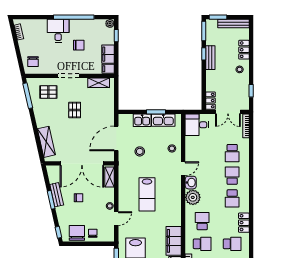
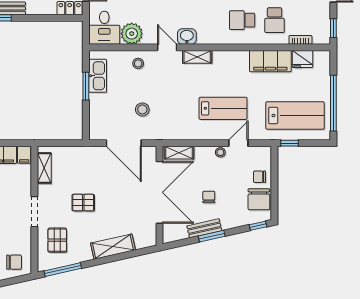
kitchen sink: (142, 120) -> (98, 106), removed
shelving: (46, 142) -> (113, 247), moved
shelving: (177, 190) -> (197, 57), added
lab bench: (147, 194) -> (223, 108), moved
plant: (193, 197) -> (132, 34), moved
door: (116, 219) -> (238, 143), hinge flipped
chair: (77, 233) -> (259, 199), turned -90
school desk: (202, 244) -> (275, 20), turned 180

